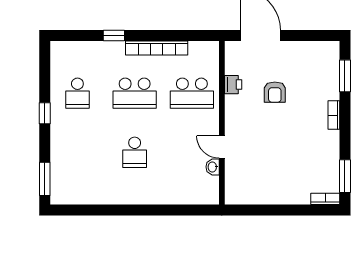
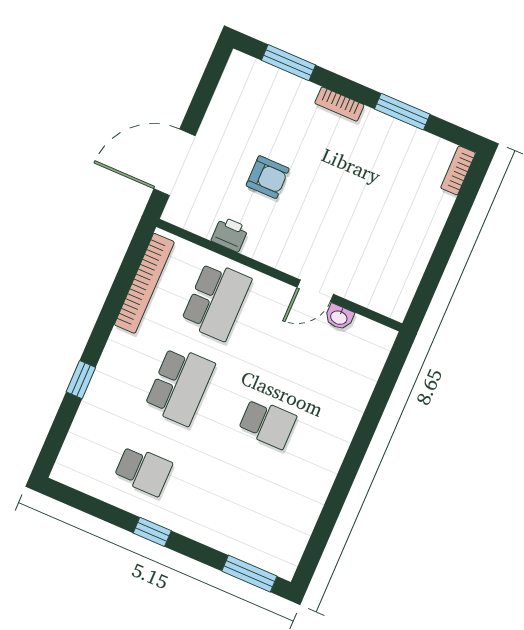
bookcase: (157, 48) -> (144, 283), moved
window: (345, 176) -> (402, 112), moved

